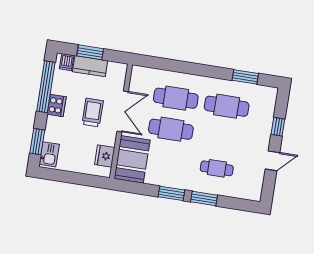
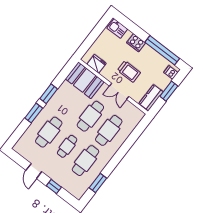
kitchen counter: (90, 66) -> (151, 98), moved
cooker: (57, 106) -> (136, 43), moved
double door: (123, 111) -> (119, 91), width x0.73
cafe table: (222, 137) -> (67, 146), added
window: (37, 142) -> (130, 25), removed
cafe table: (217, 168) -> (49, 132), width x1.37, depth x1.35

